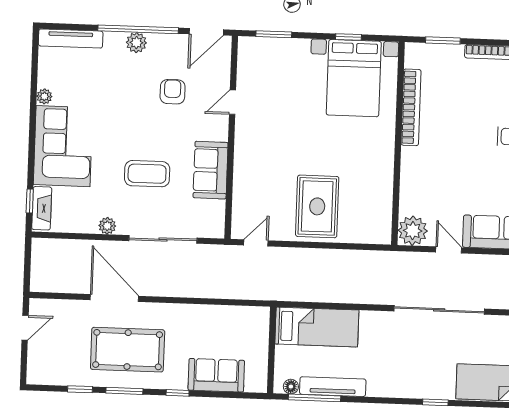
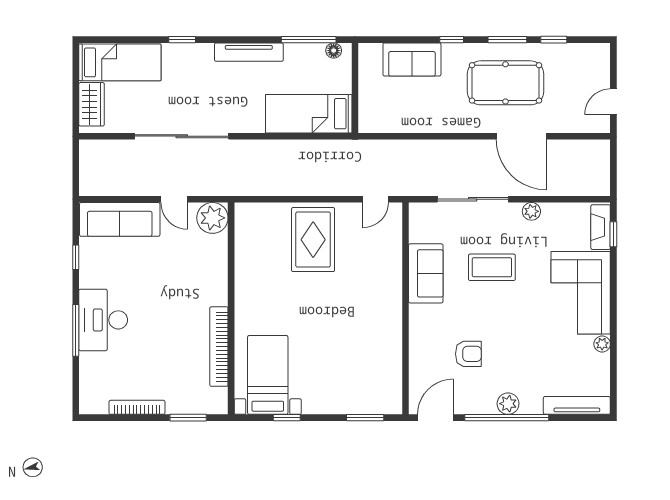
bed with nightstands: (354, 78) -> (268, 375), width x0.73
armchair: (173, 92) -> (468, 354), turned -90
door: (232, 102) -> (405, 345), removed
tv unit: (333, 387) -> (249, 52), moved

